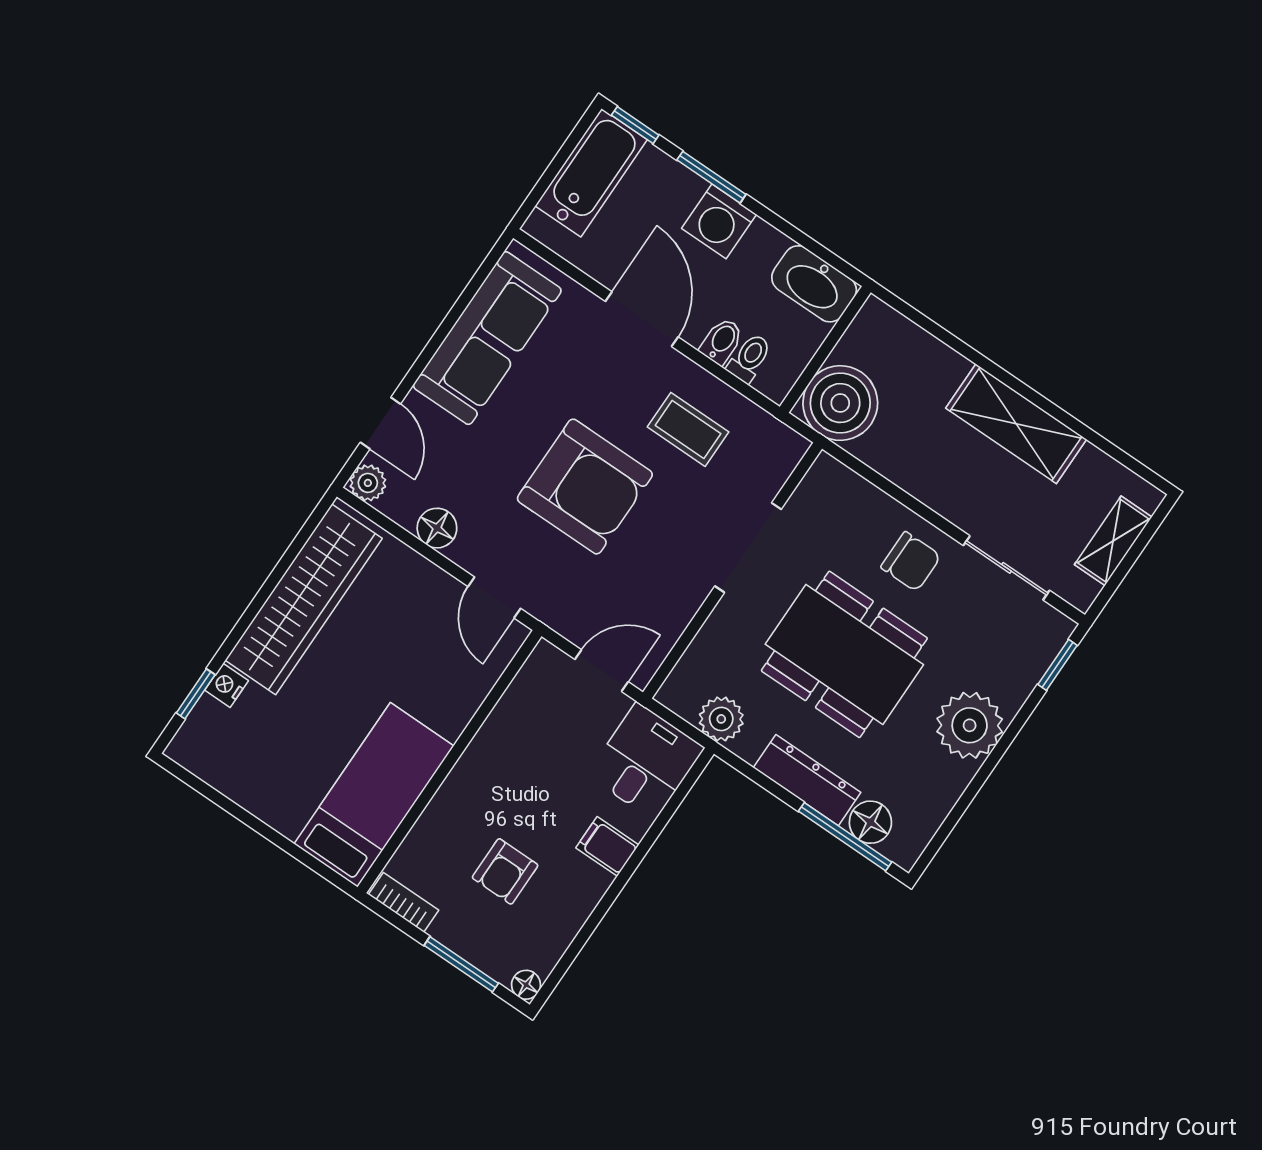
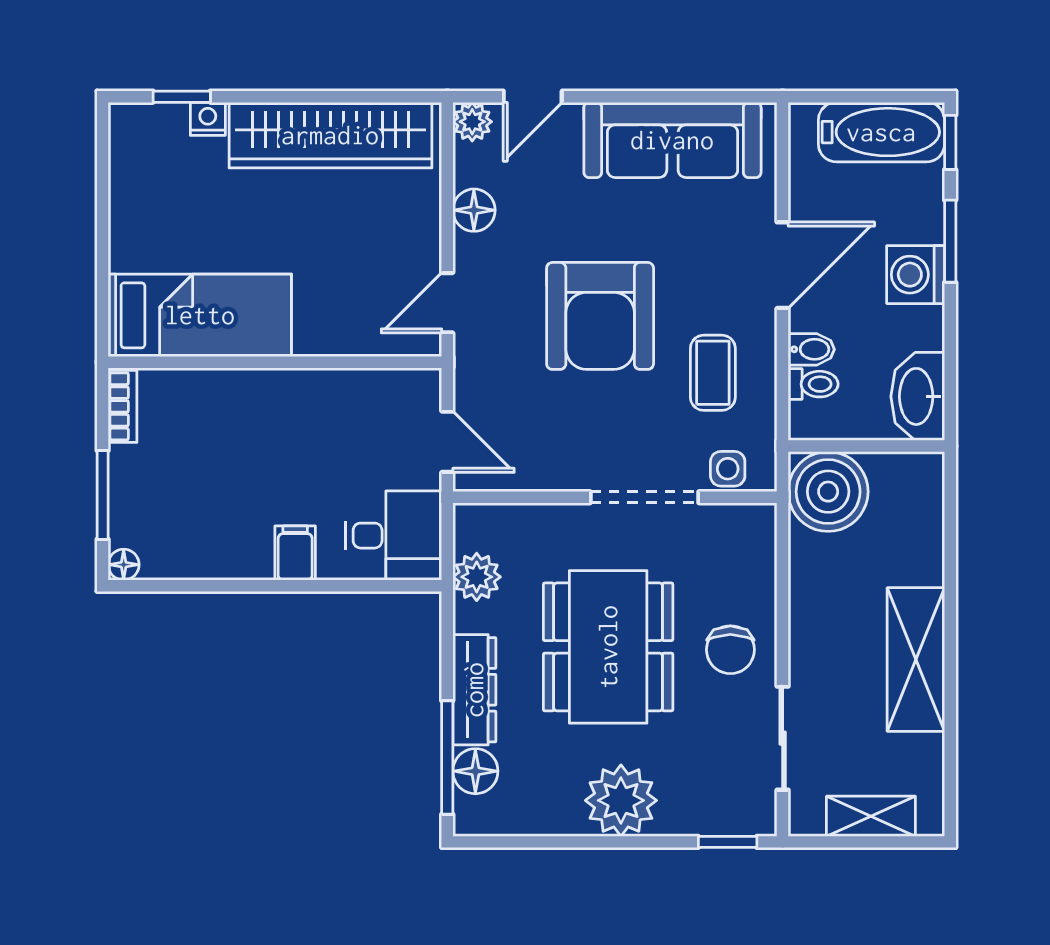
side table: (770, 468) -> (728, 469), added
armchair: (505, 871) -> (211, 478), removed

